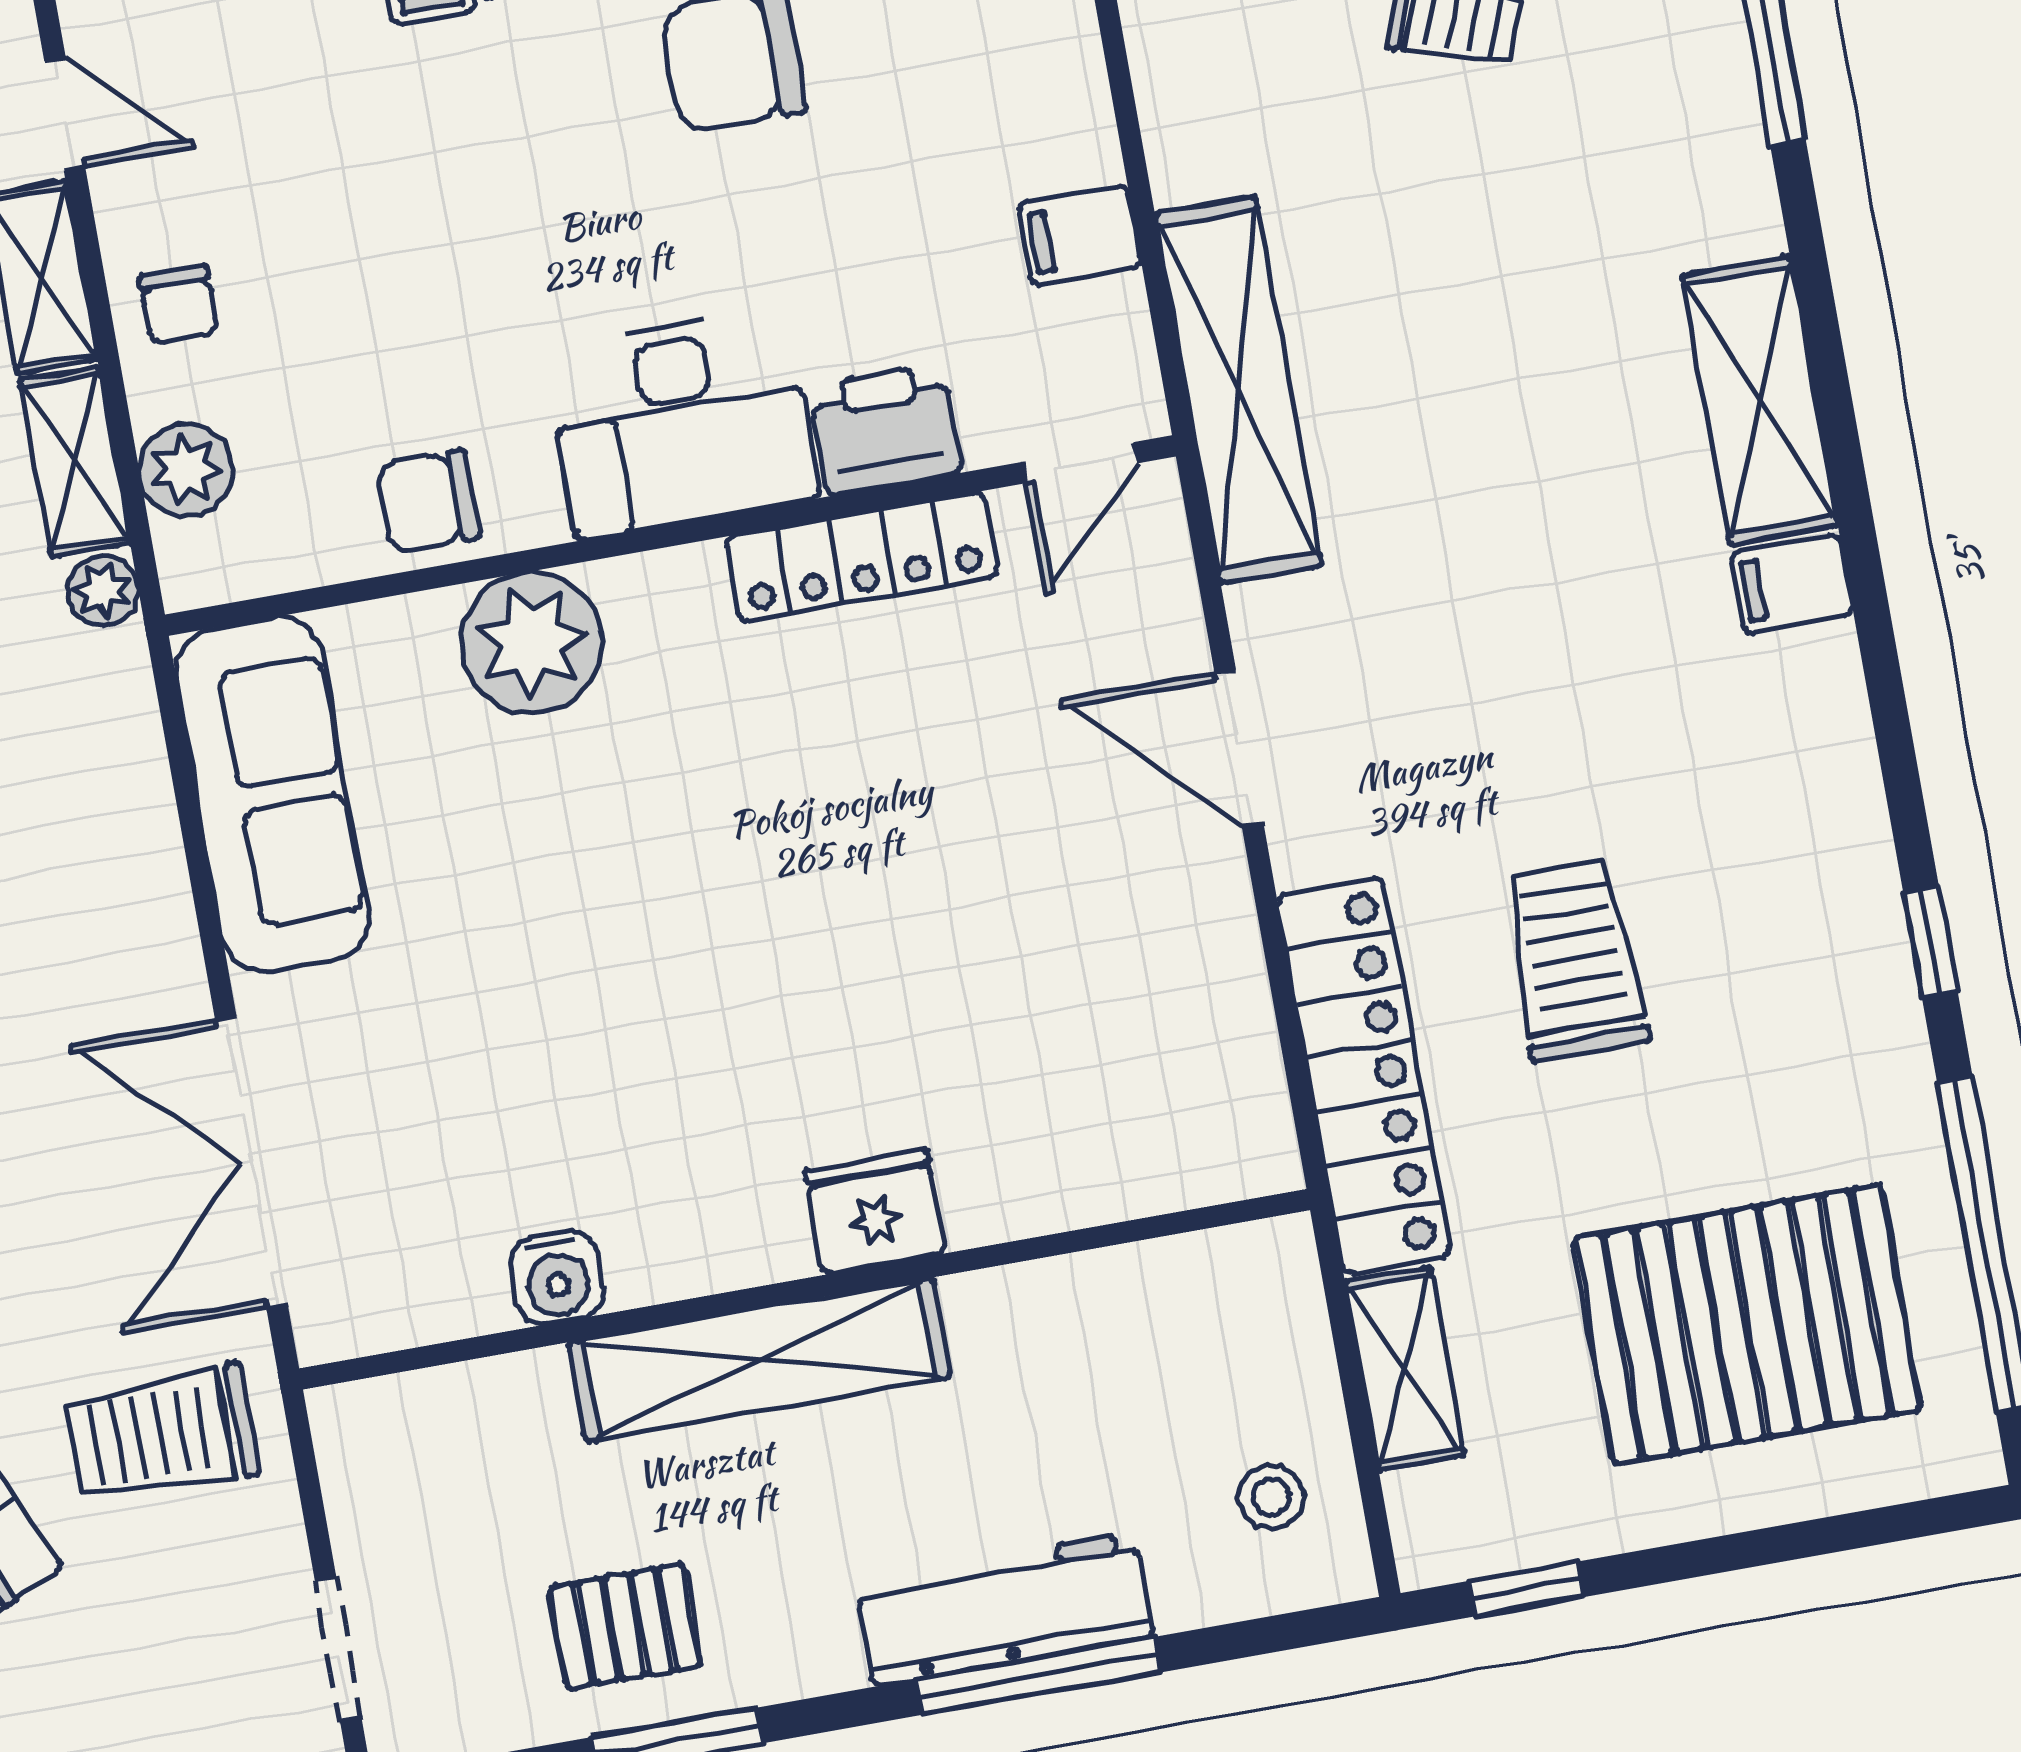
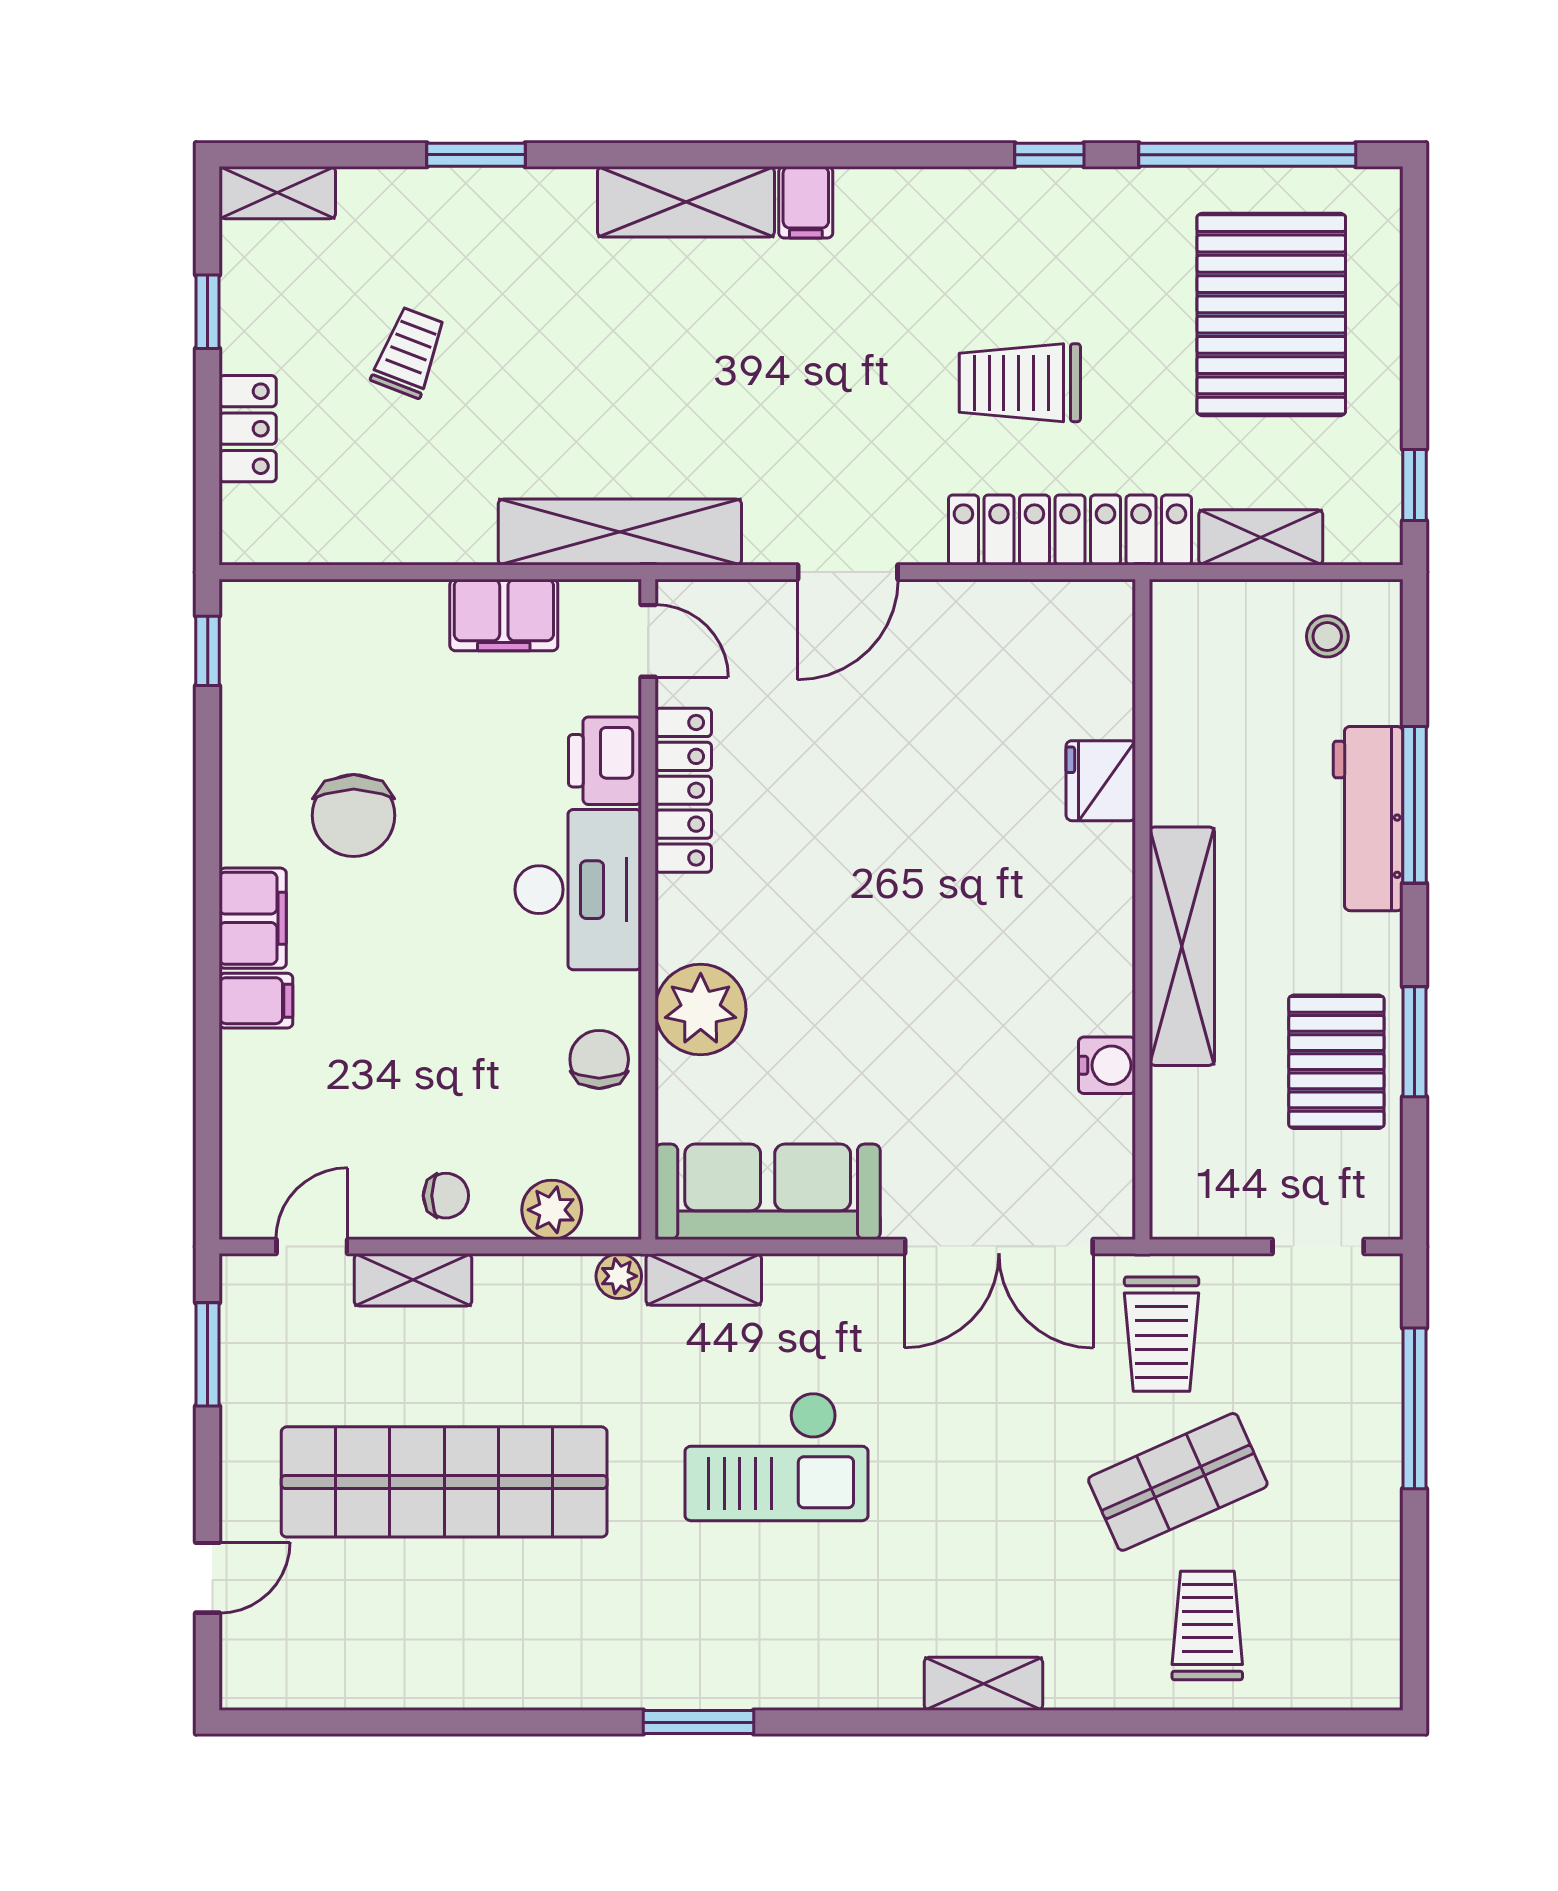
filing cabinet: (1080, 235) -> (504, 615), width x2.00
shelving: (75, 462) -> (704, 1279), moved
chair: (428, 501) -> (599, 1059), turned 180
fridge: (875, 1211) -> (1101, 781), moved
pallet: (625, 1627) -> (1336, 1062), width x1.50, depth x1.42

